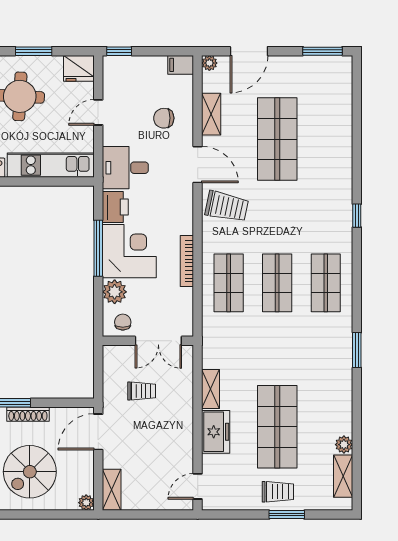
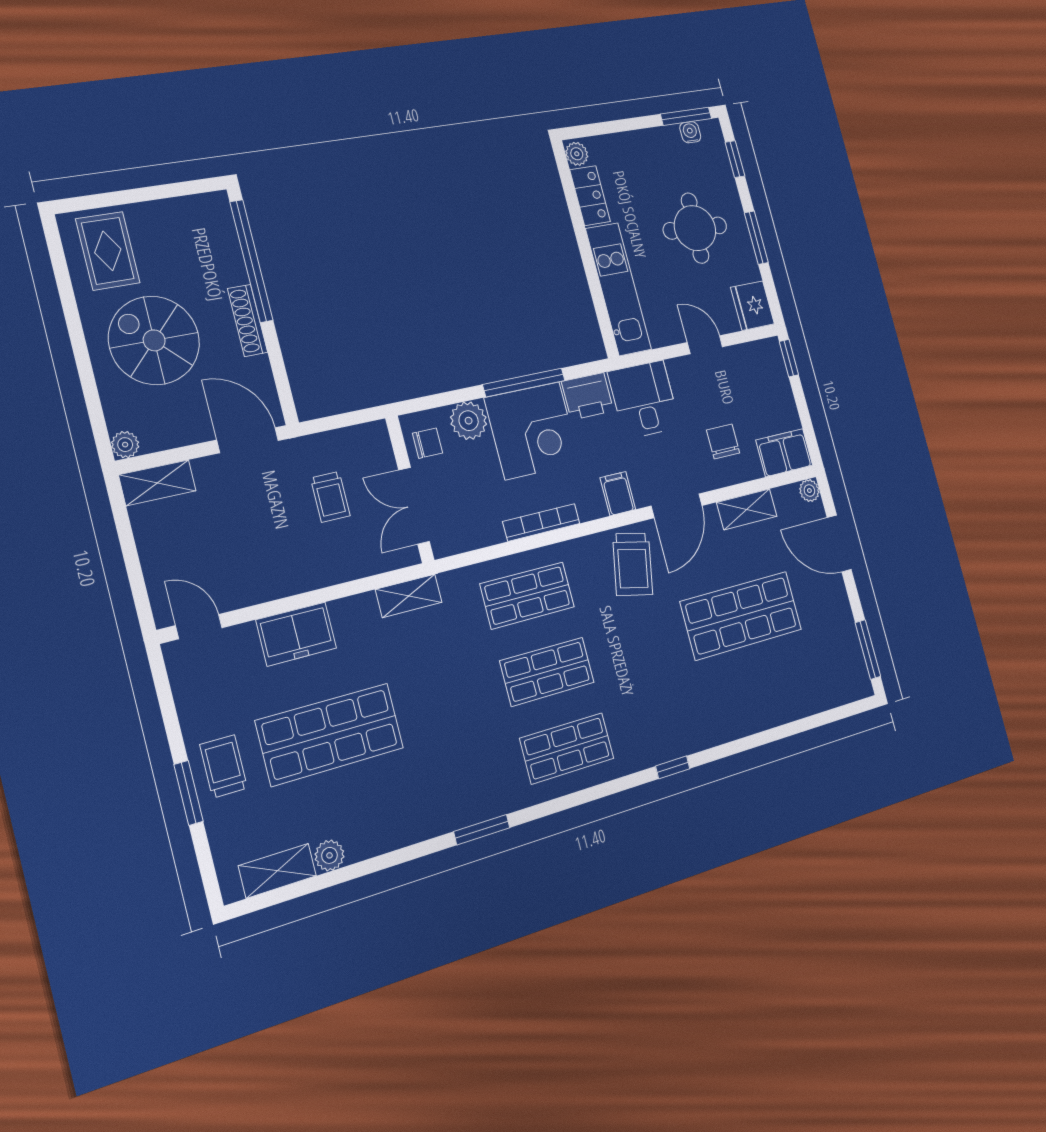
filing cabinet: (181, 65) -> (784, 453), width x2.00
filing cabinet: (181, 204) -> (618, 494), added
shelving: (211, 389) -> (409, 596), moved
trolley: (278, 492) -> (224, 766), turned 180

